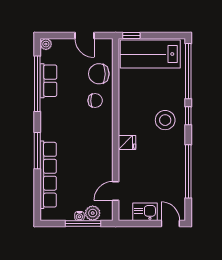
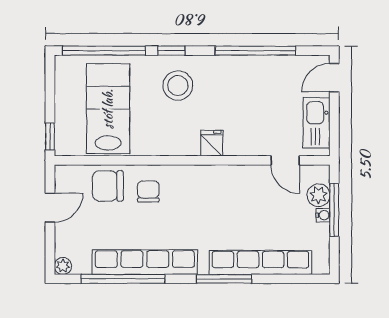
lab bench: (150, 54) -> (108, 109), moved, turned 180
chair: (99, 74) -> (108, 186), turned 90
row of seats: (48, 81) -> (145, 262), width x2.02
kitchen sink: (145, 212) -> (317, 123), width x1.38

